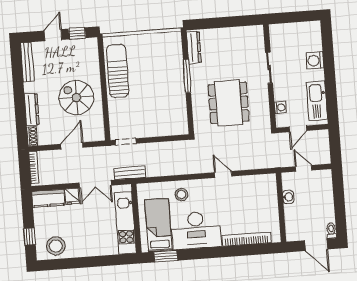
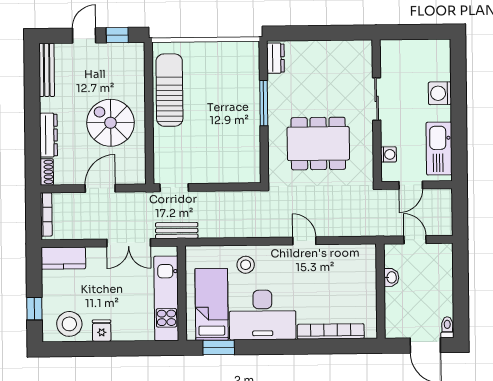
dresser: (194, 48) -> (275, 58), width x0.70
dining table: (229, 103) -> (318, 144), turned 90
fridge: (72, 196) -> (102, 331), moved, turned 180

